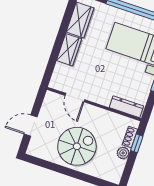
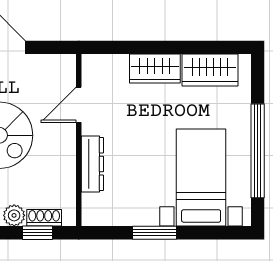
dresser: (126, 107) -> (92, 164), moved

